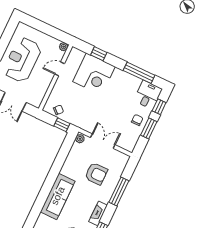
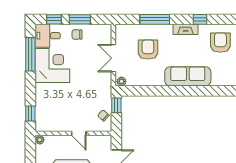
window: (99, 54) -> (30, 113), moved
door: (60, 69) -> (79, 133), moved
corner desk: (94, 74) -> (52, 65), moved

